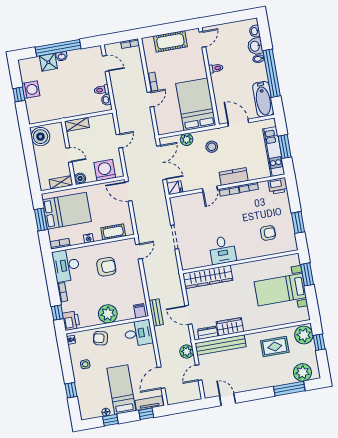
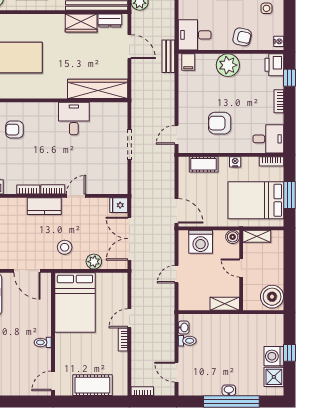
shower: (48, 62) -> (274, 377), moved
desk: (66, 265) -> (268, 139), width x0.73

